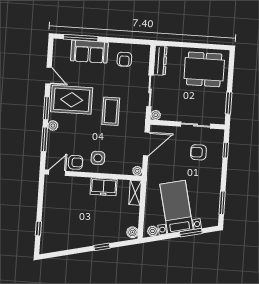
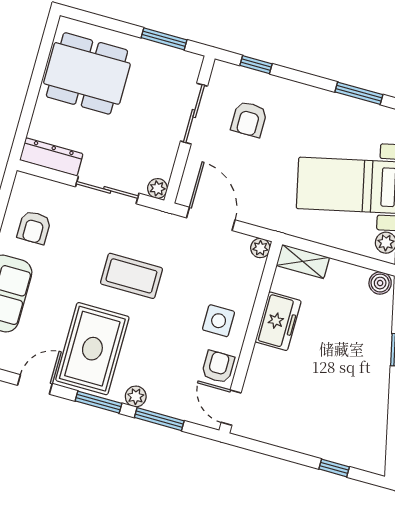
armchair: (124, 59) -> (34, 227), turned 90
dining table: (204, 69) -> (87, 73), turned 90

